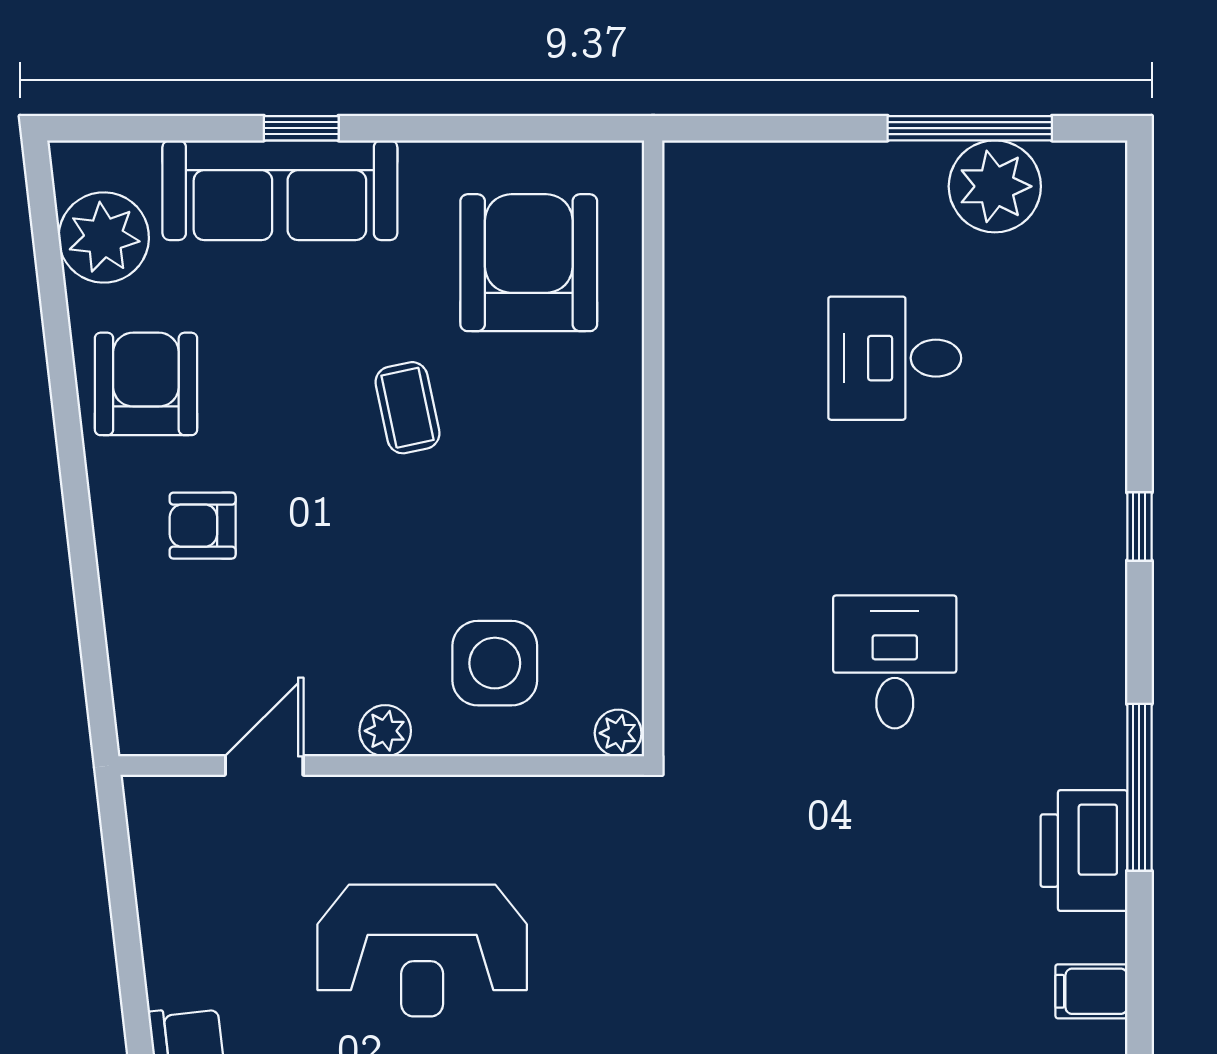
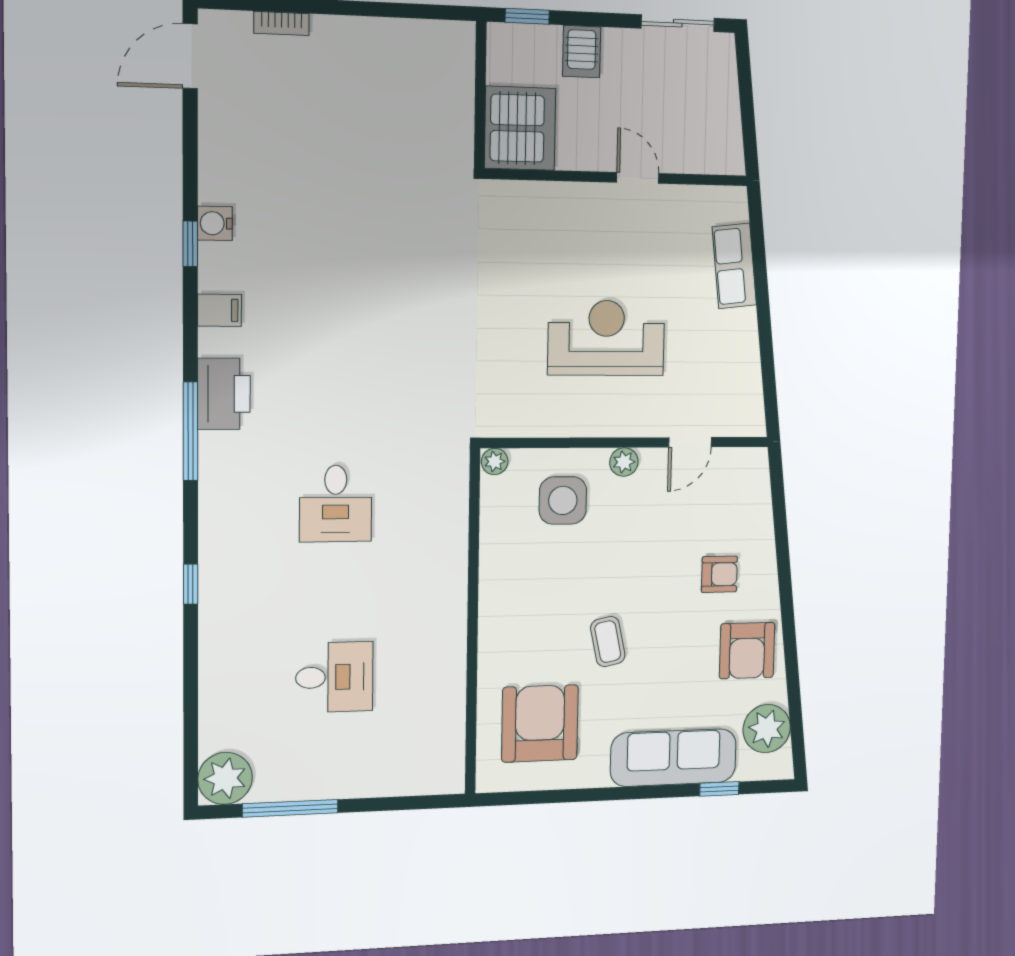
window: (301, 128) -> (719, 789), moved
plant: (995, 186) -> (225, 778), moved
armchair: (529, 263) -> (540, 723), turned 180

